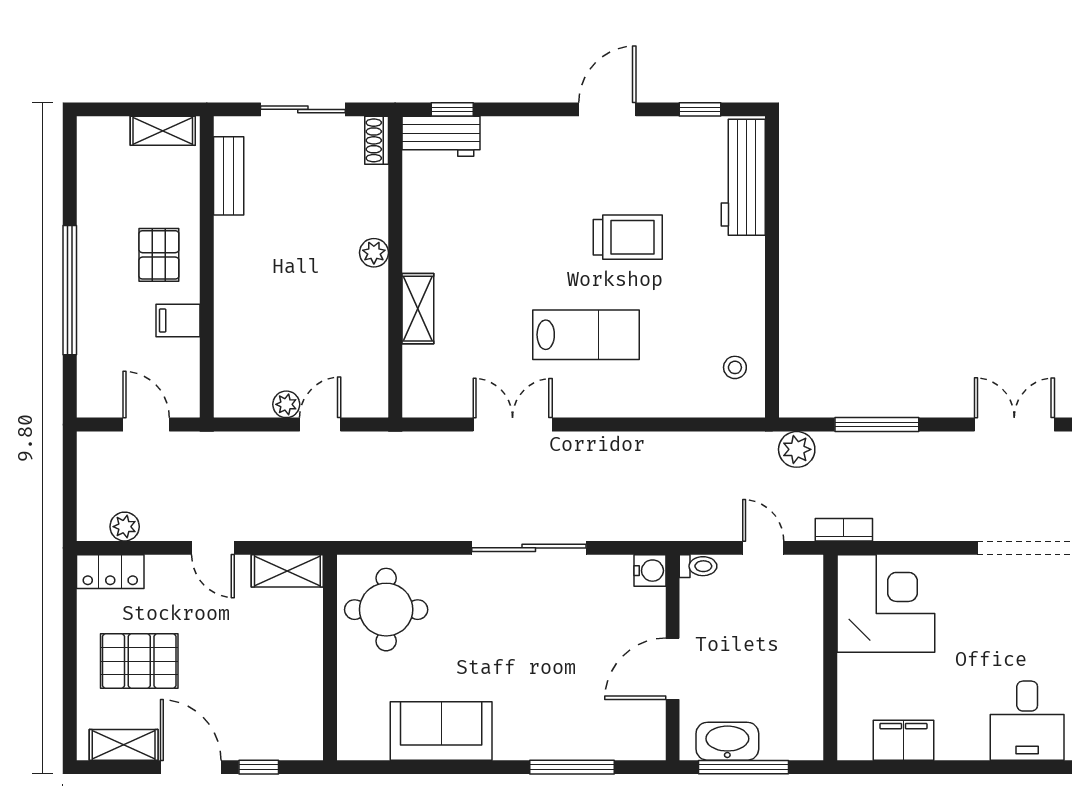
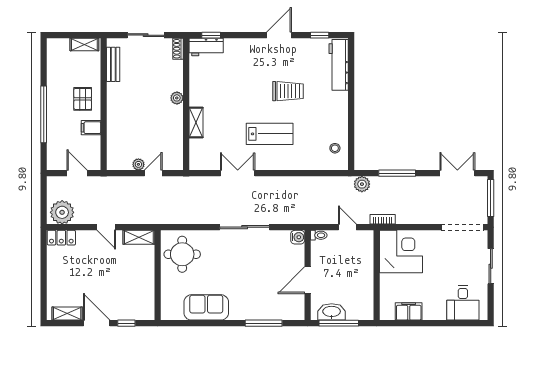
plant: (125, 527) -> (62, 212), width x1.87, depth x1.87
pallet: (139, 661) -> (74, 277), removed

